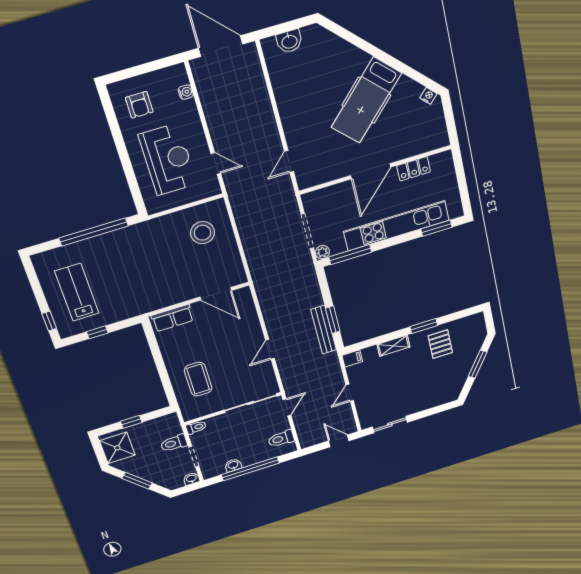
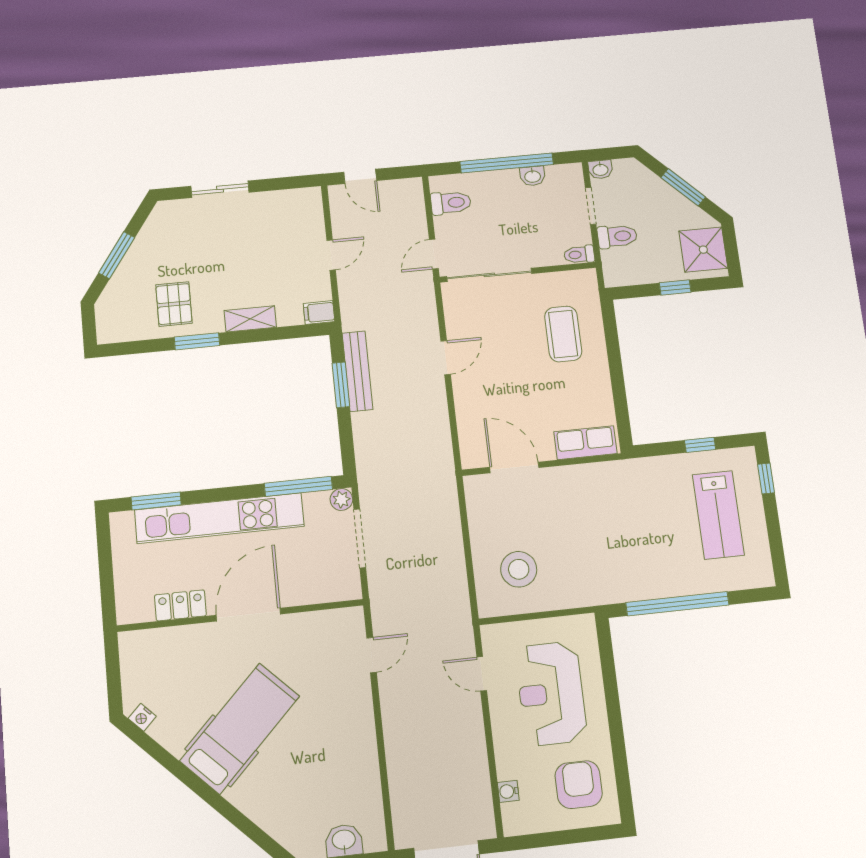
armchair: (139, 105) -> (579, 785), width x1.38, depth x1.38
sliding door: (390, 425) -> (220, 189), moved

